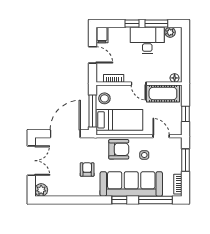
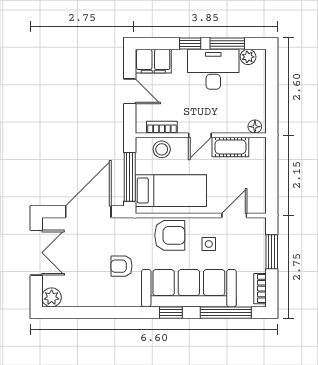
filing cabinet: (102, 35) -> (153, 61), width x2.00
door: (139, 84) -> (200, 135), hinge flipped
cot: (163, 94) -> (230, 147), width x0.73, depth x0.75
stool: (104, 98) -> (162, 149), moved
window: (186, 114) -> (272, 181), removed
door: (161, 136) -> (234, 215), hinge flipped
armchair: (87, 169) -> (122, 266), turned -90

